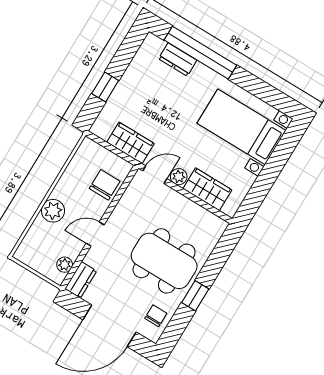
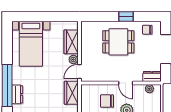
door: (155, 175) -> (79, 72), hinge flipped
chair: (105, 185) -> (107, 101), moved
dining table: (164, 261) -> (118, 42), width x0.73

